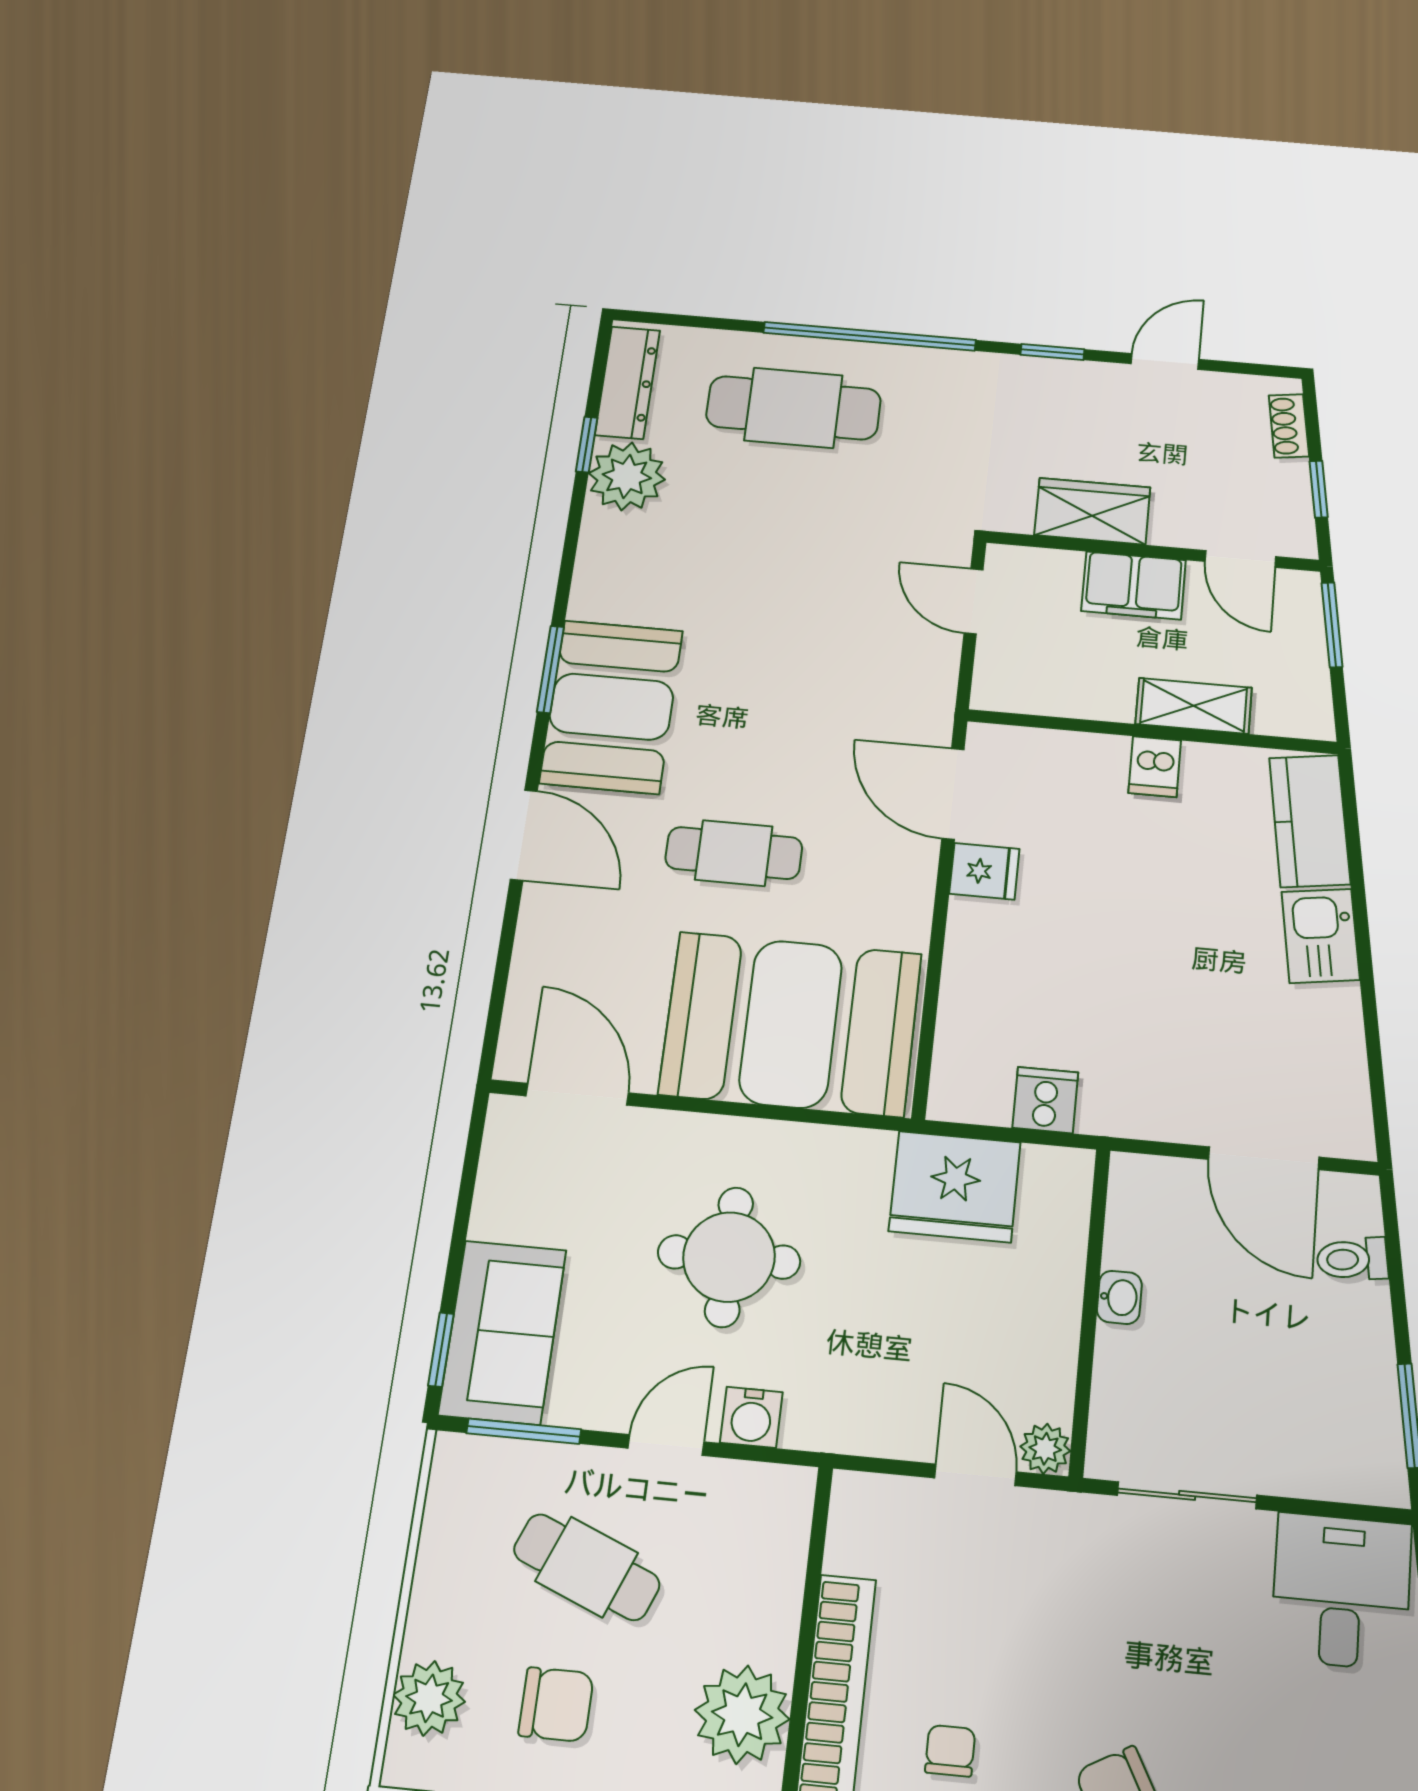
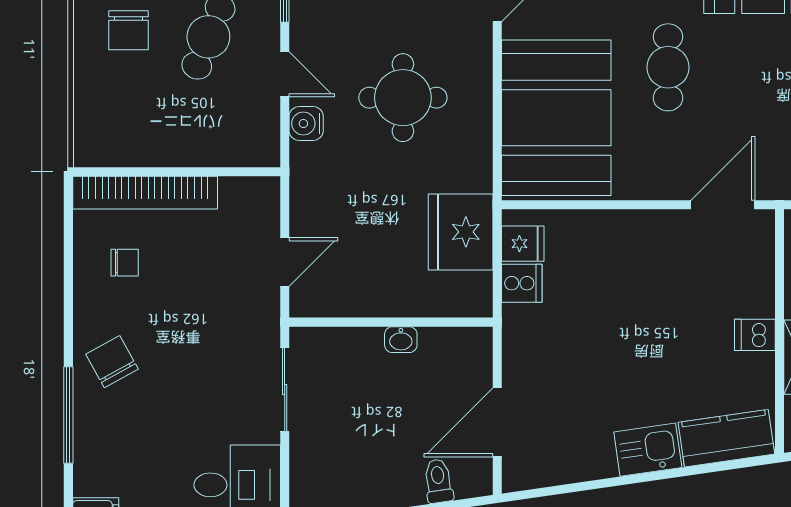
fridge: (984, 871) -> (523, 244), moved, turned -90
plant: (1045, 1449) -> (304, 302), removed
plant: (742, 1715) -> (133, 139), removed

